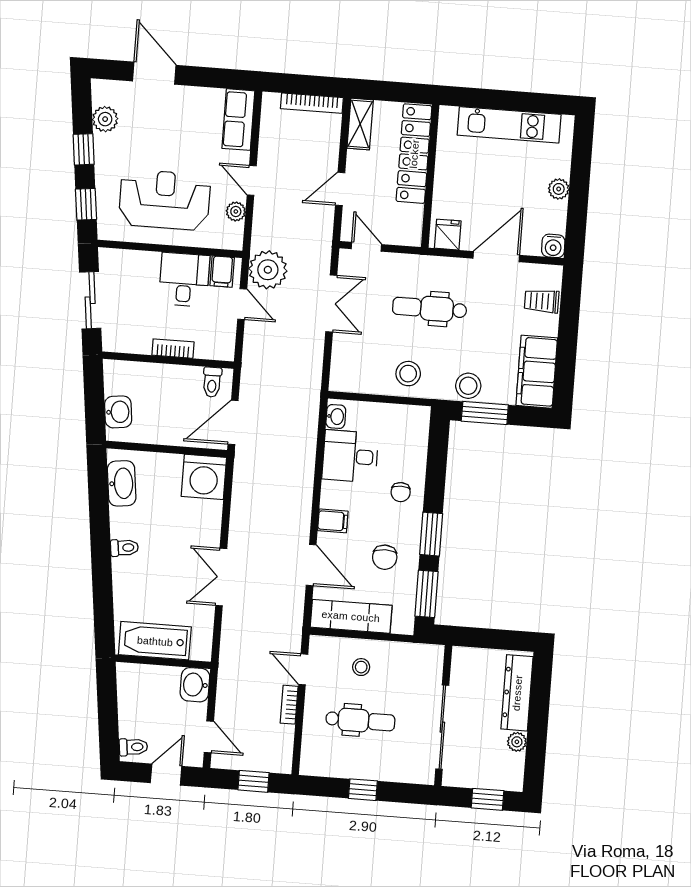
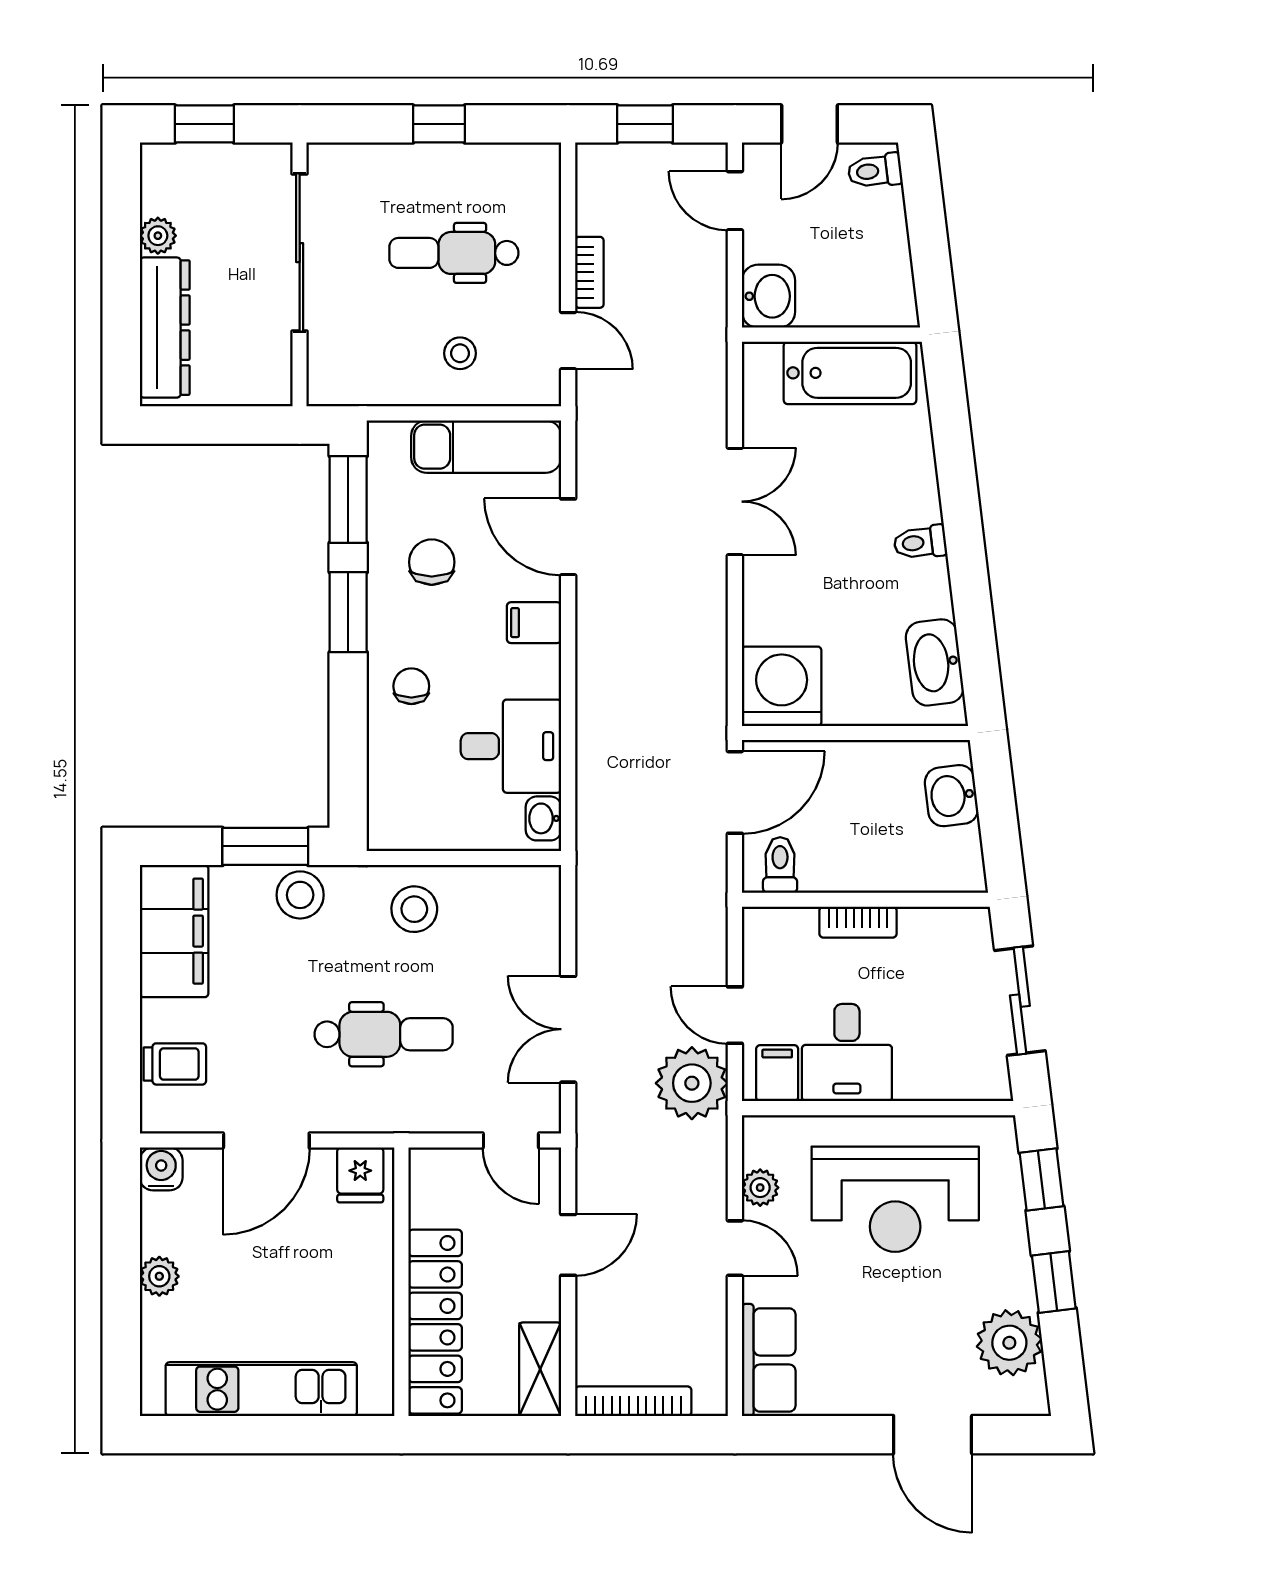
plant: (105, 119) -> (1009, 1343), width x1.36, depth x1.36

